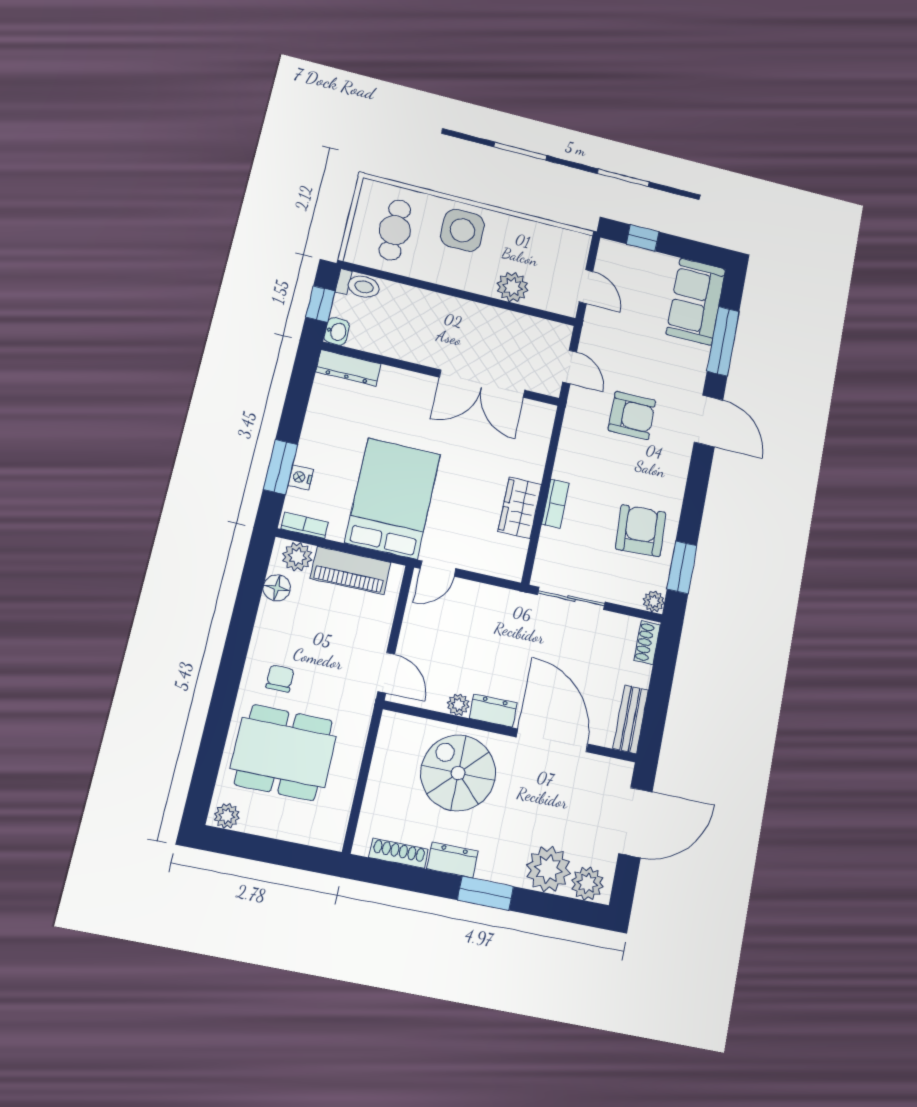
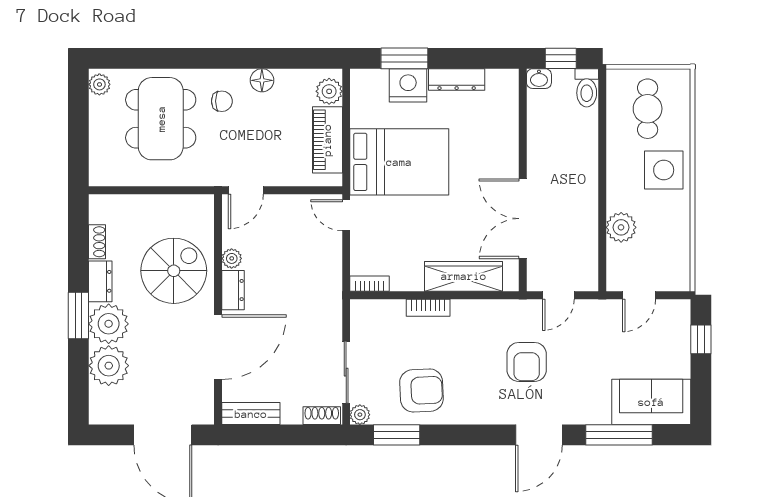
cafe table: (395, 230) -> (648, 109), turned 90
dresser: (348, 368) -> (457, 80), moved, turned -90
nightstand: (301, 477) -> (408, 85), width x1.89, depth x1.79
wardrobe: (520, 508) -> (464, 276), moved, width x1.50
bookcase: (305, 525) -> (370, 284), moved, turned -90
floor lamp: (277, 588) -> (262, 80), moved
sliding door: (571, 598) -> (346, 372), moved
shoe rack: (399, 853) -> (97, 242), width x0.70
plant: (587, 883) -> (109, 324), moved, width x1.36, depth x1.36

